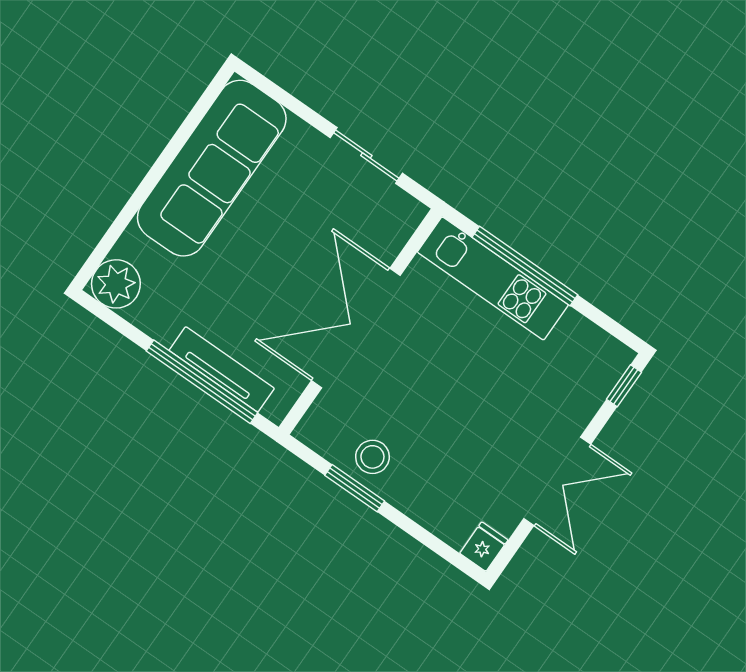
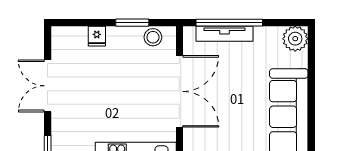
stool: (372, 457) -> (153, 37), moved
fridge: (484, 547) -> (97, 36), moved

